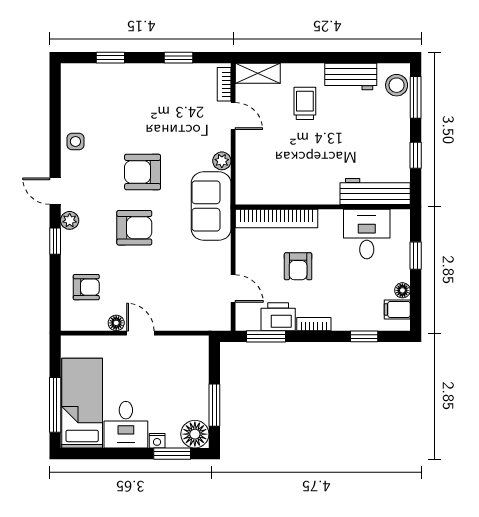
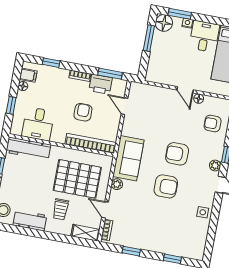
pallet: (287, 157) -> (77, 179), added

